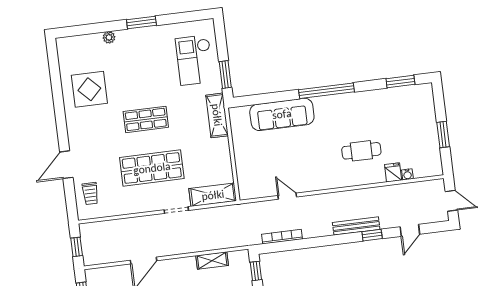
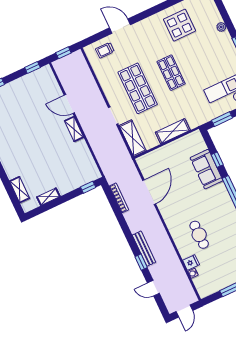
window: (274, 97) -> (217, 160), added
sofa: (282, 114) -> (207, 169), width x0.73
shelving: (217, 115) -> (173, 131), moved
door: (287, 196) -> (149, 192), width x1.88
shelving: (212, 261) -> (74, 129), moved

